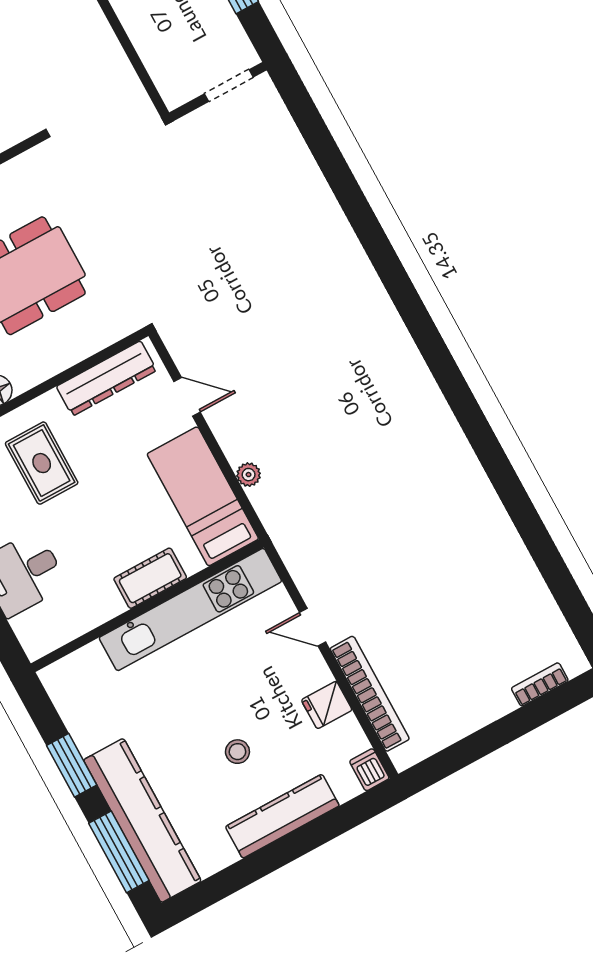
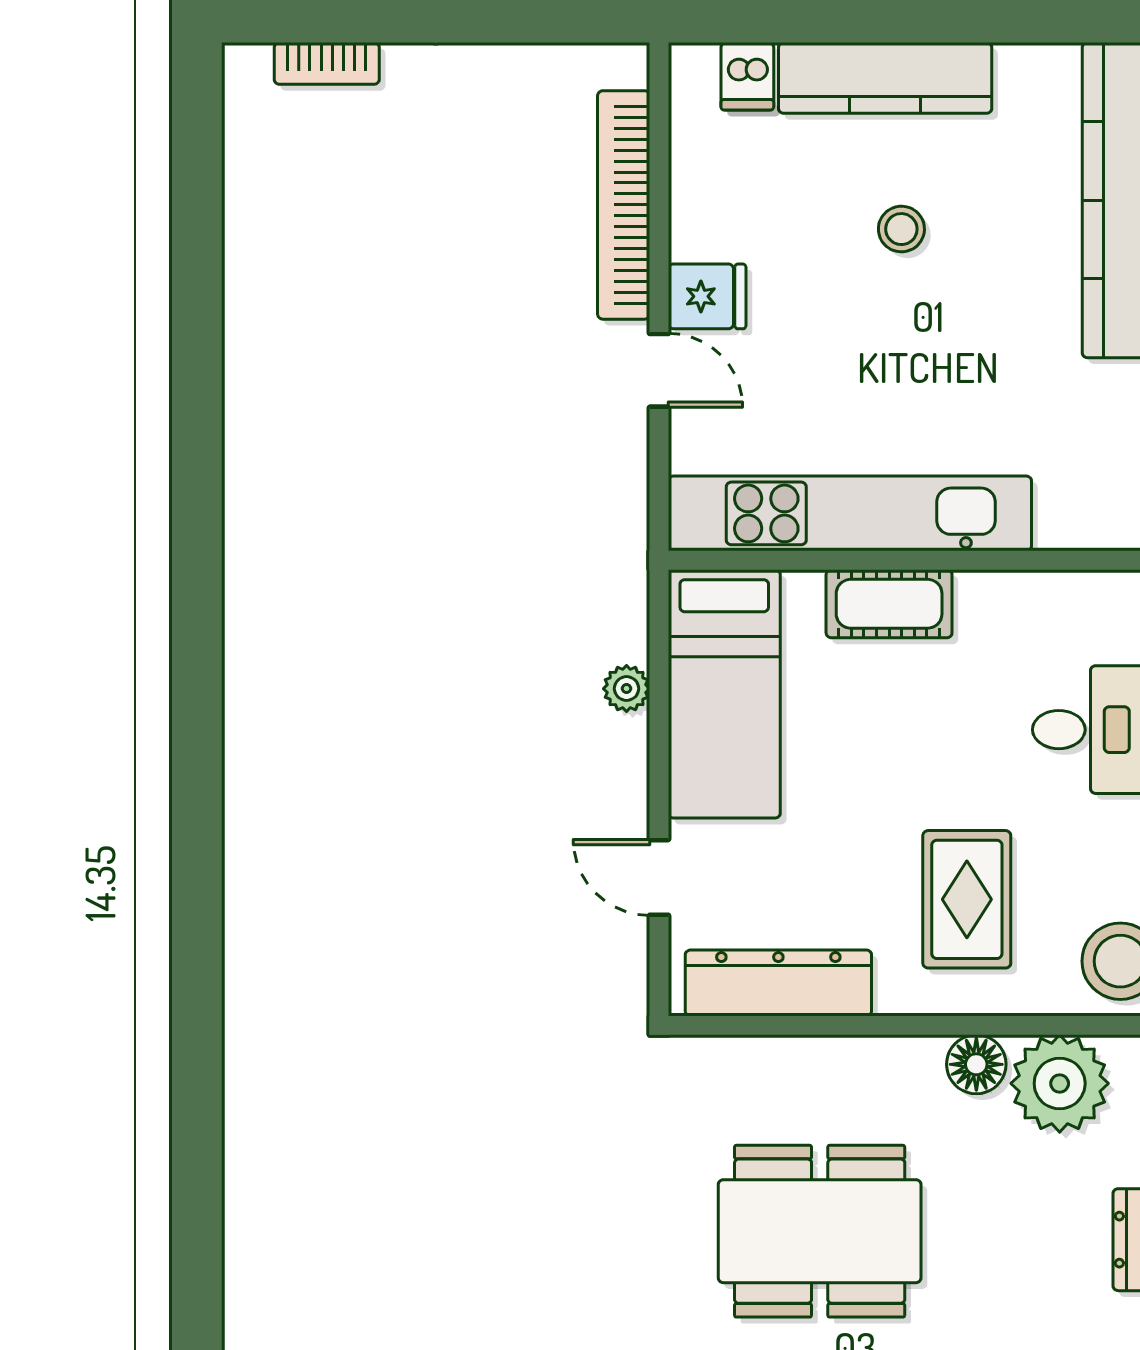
fridge: (327, 705) -> (707, 296), moved
dishwasher: (369, 770) -> (747, 76), moved

